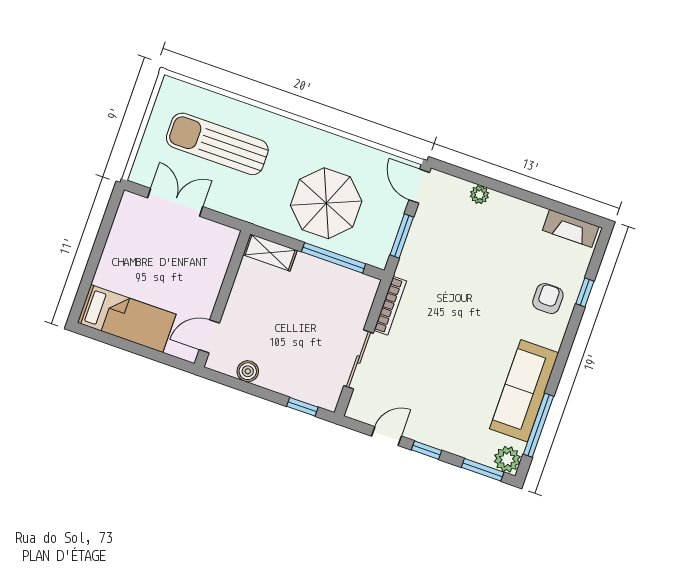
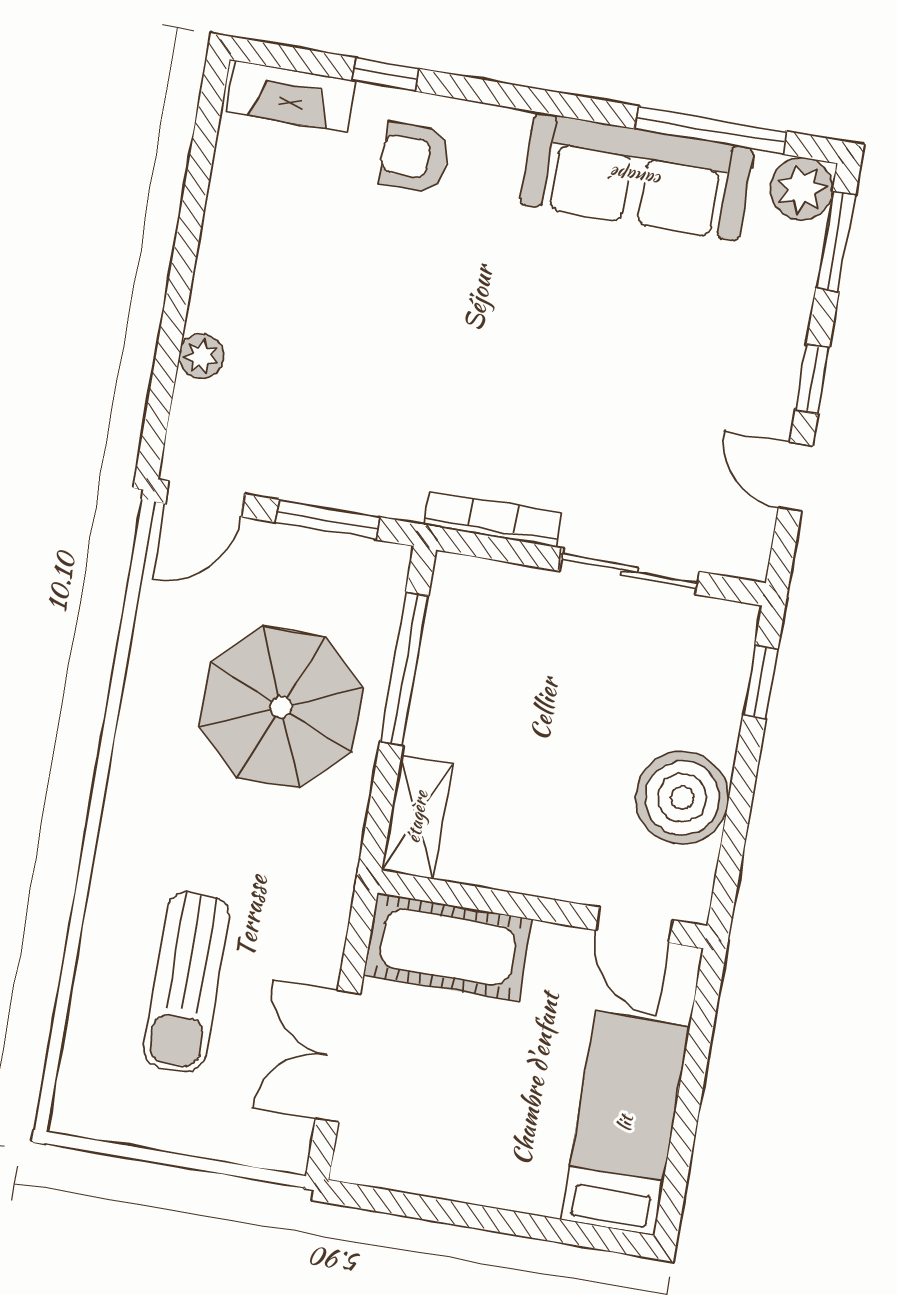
sun lounger: (217, 144) -> (186, 982), width x0.73, depth x0.75
fireplace: (571, 228) -> (291, 96), moved, turned 90
cot: (213, 256) -> (448, 947), added
boiler: (248, 371) -> (682, 798), width x1.86, depth x1.86

